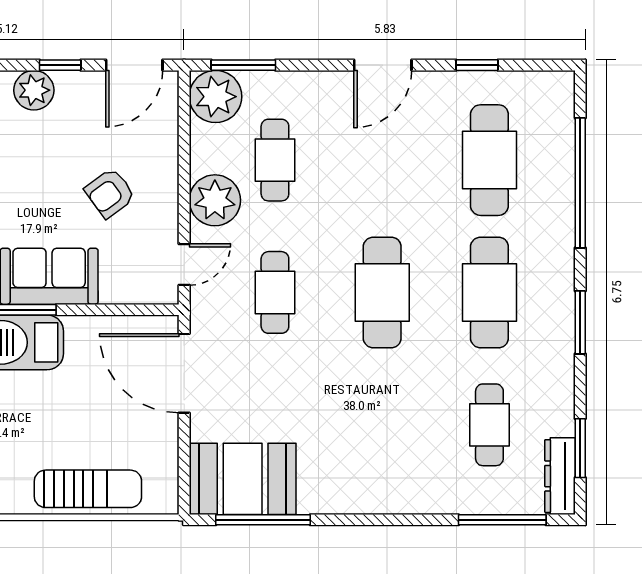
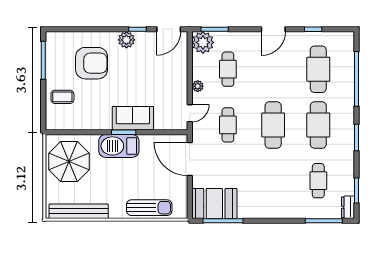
armchair: (110, 193) -> (158, 83), removed
plant: (215, 200) -> (198, 86), width x0.53, depth x0.53
dresser: (560, 476) -> (348, 207), width x0.70

